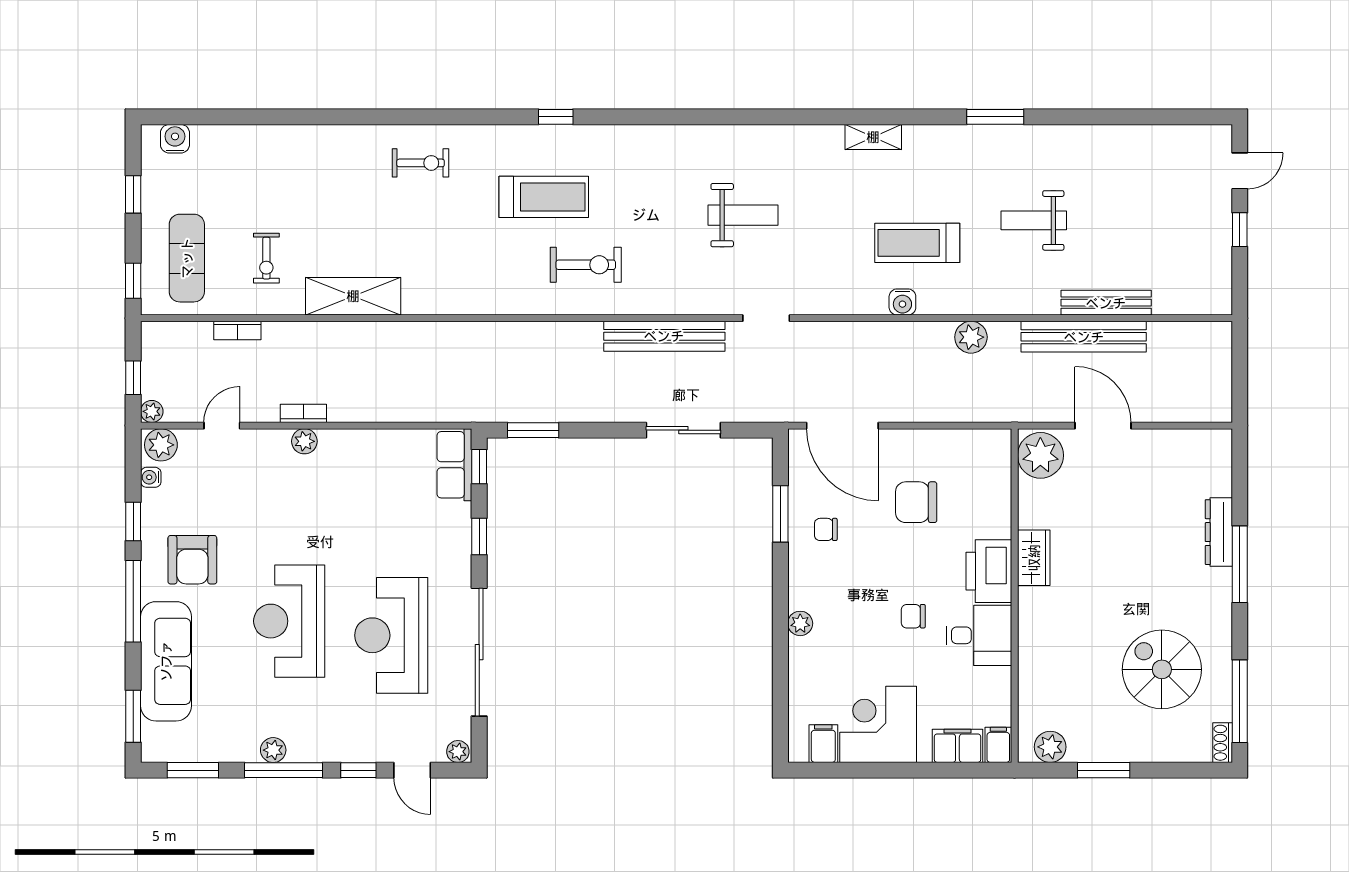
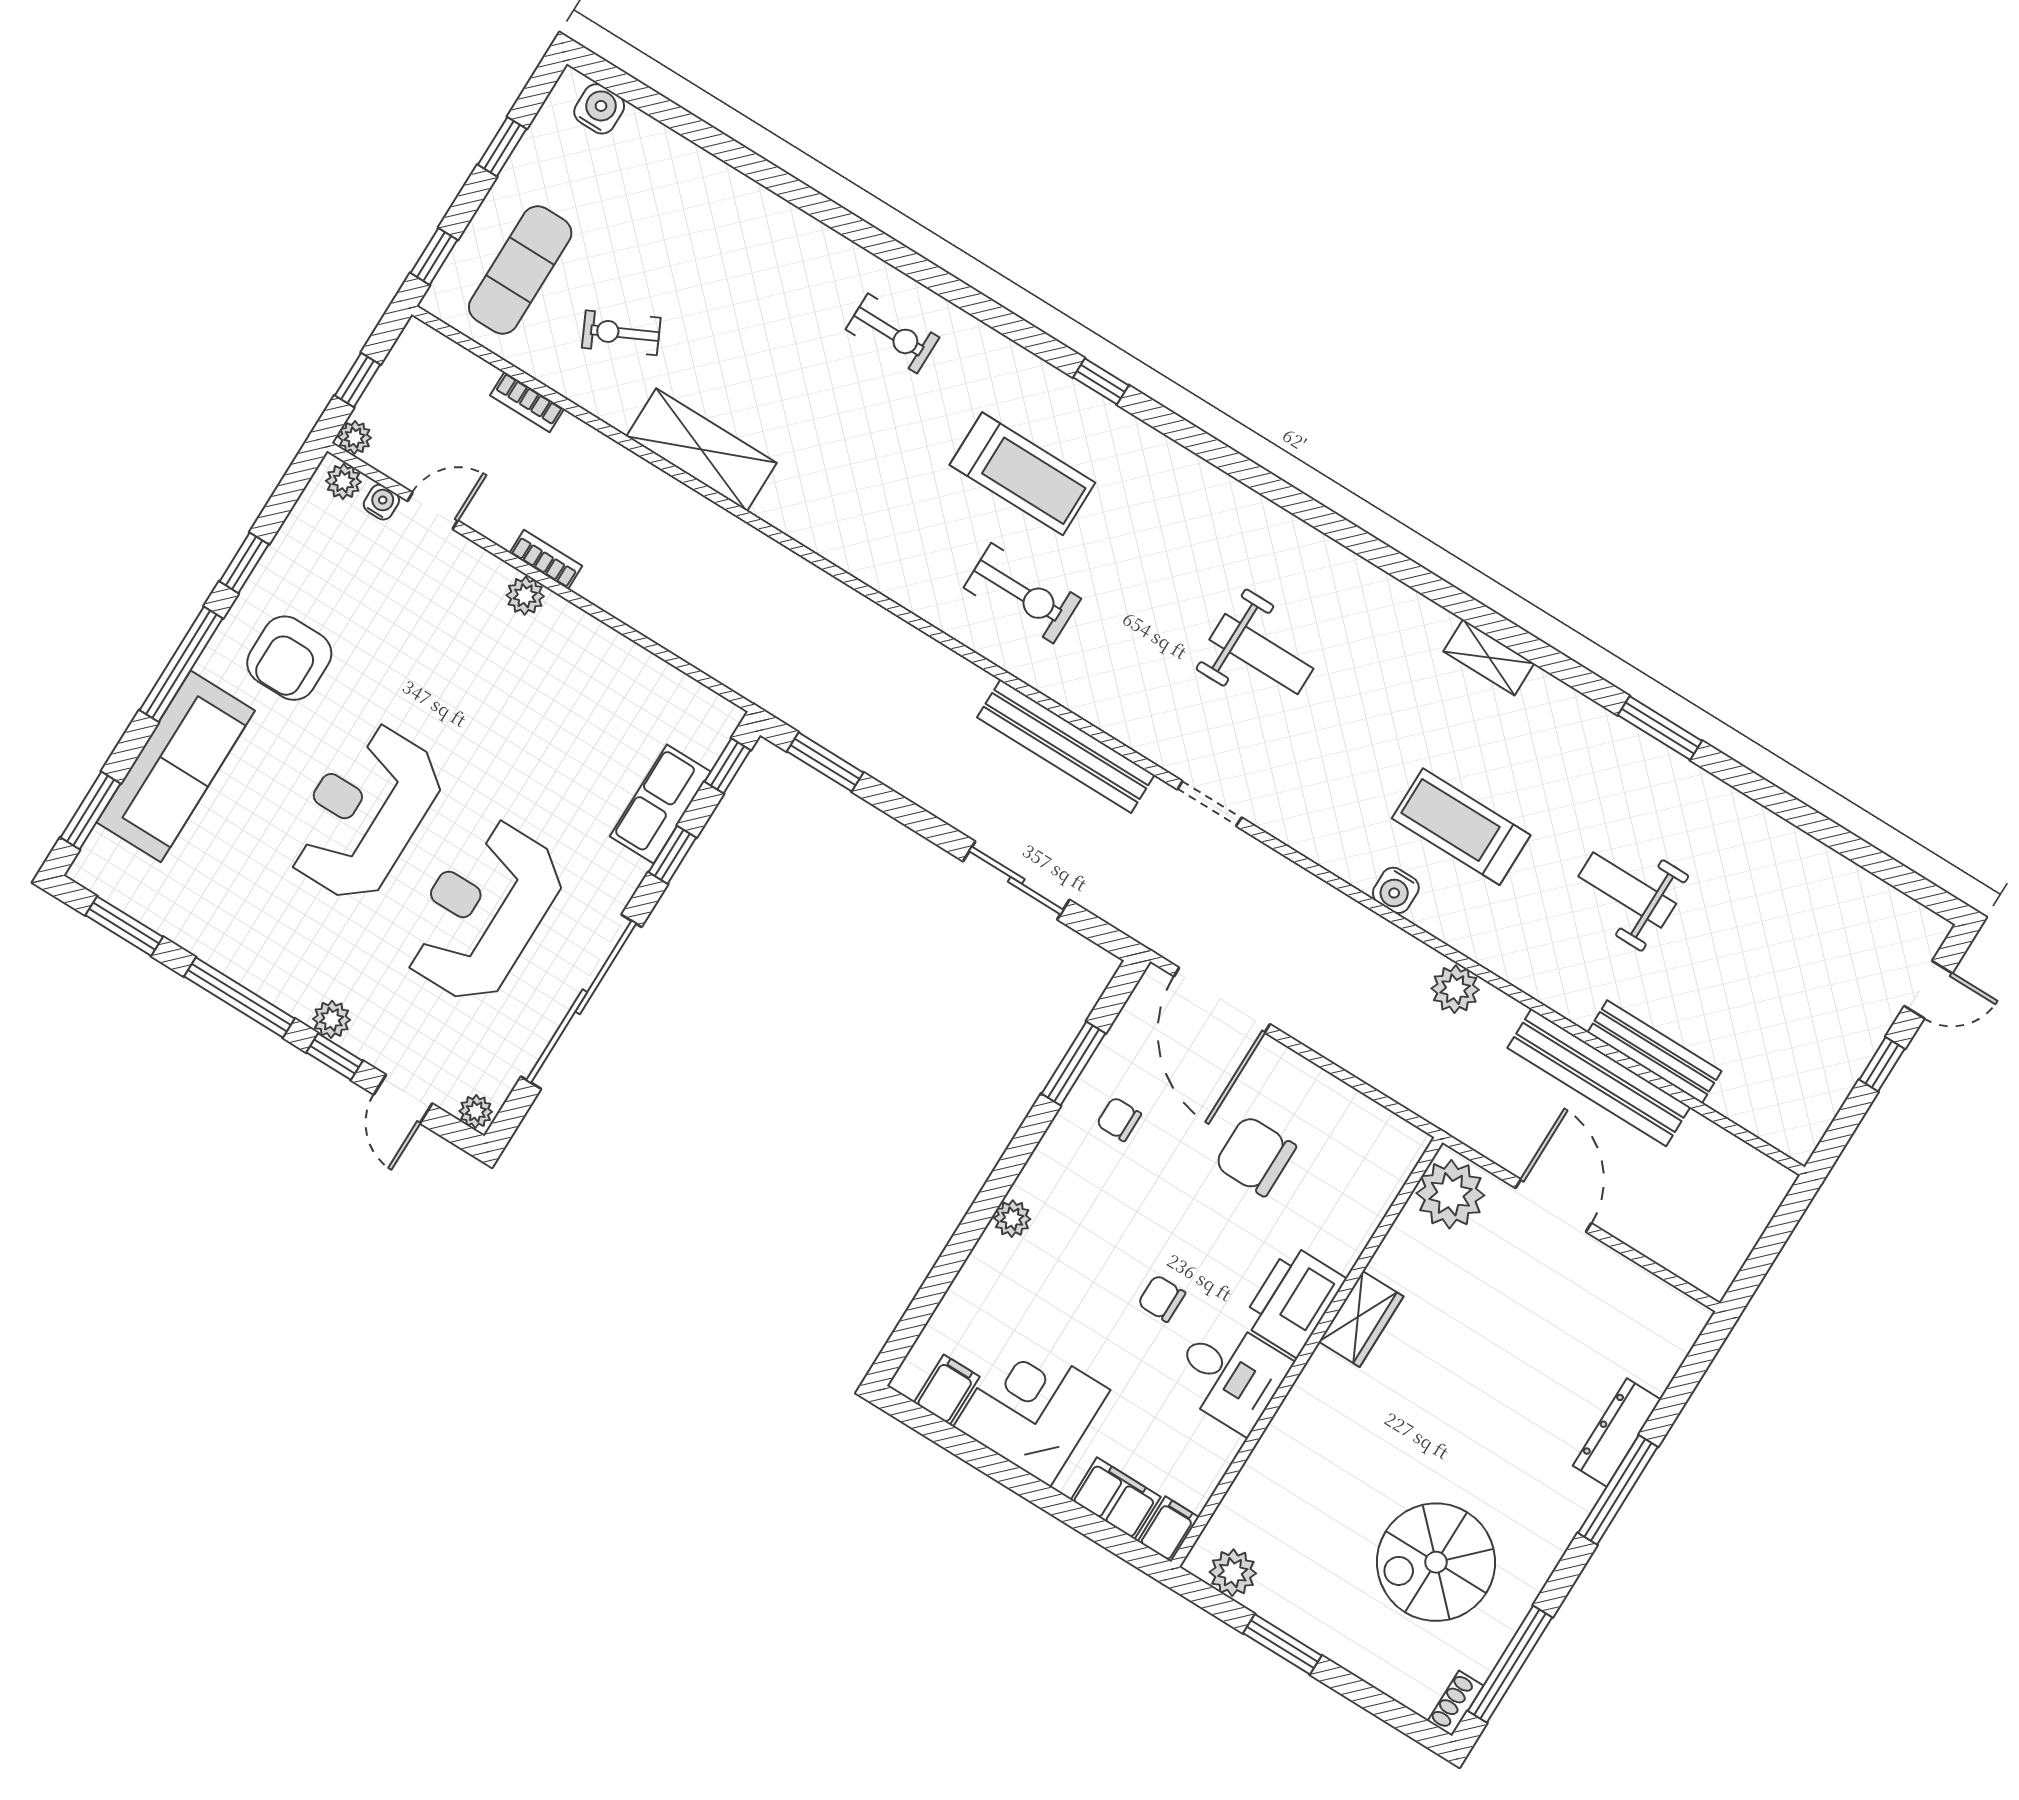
exercise bike: (266, 258) -> (621, 333), turned 64
plant: (161, 445) -> (343, 482), width x0.73, depth x0.73
row of seats: (454, 465) -> (660, 804), moved
water cooler: (151, 477) -> (381, 502), moved, turned 90
spiral stairs: (1162, 669) -> (1436, 1562), turned -90
plant: (273, 750) -> (332, 1019), moved

